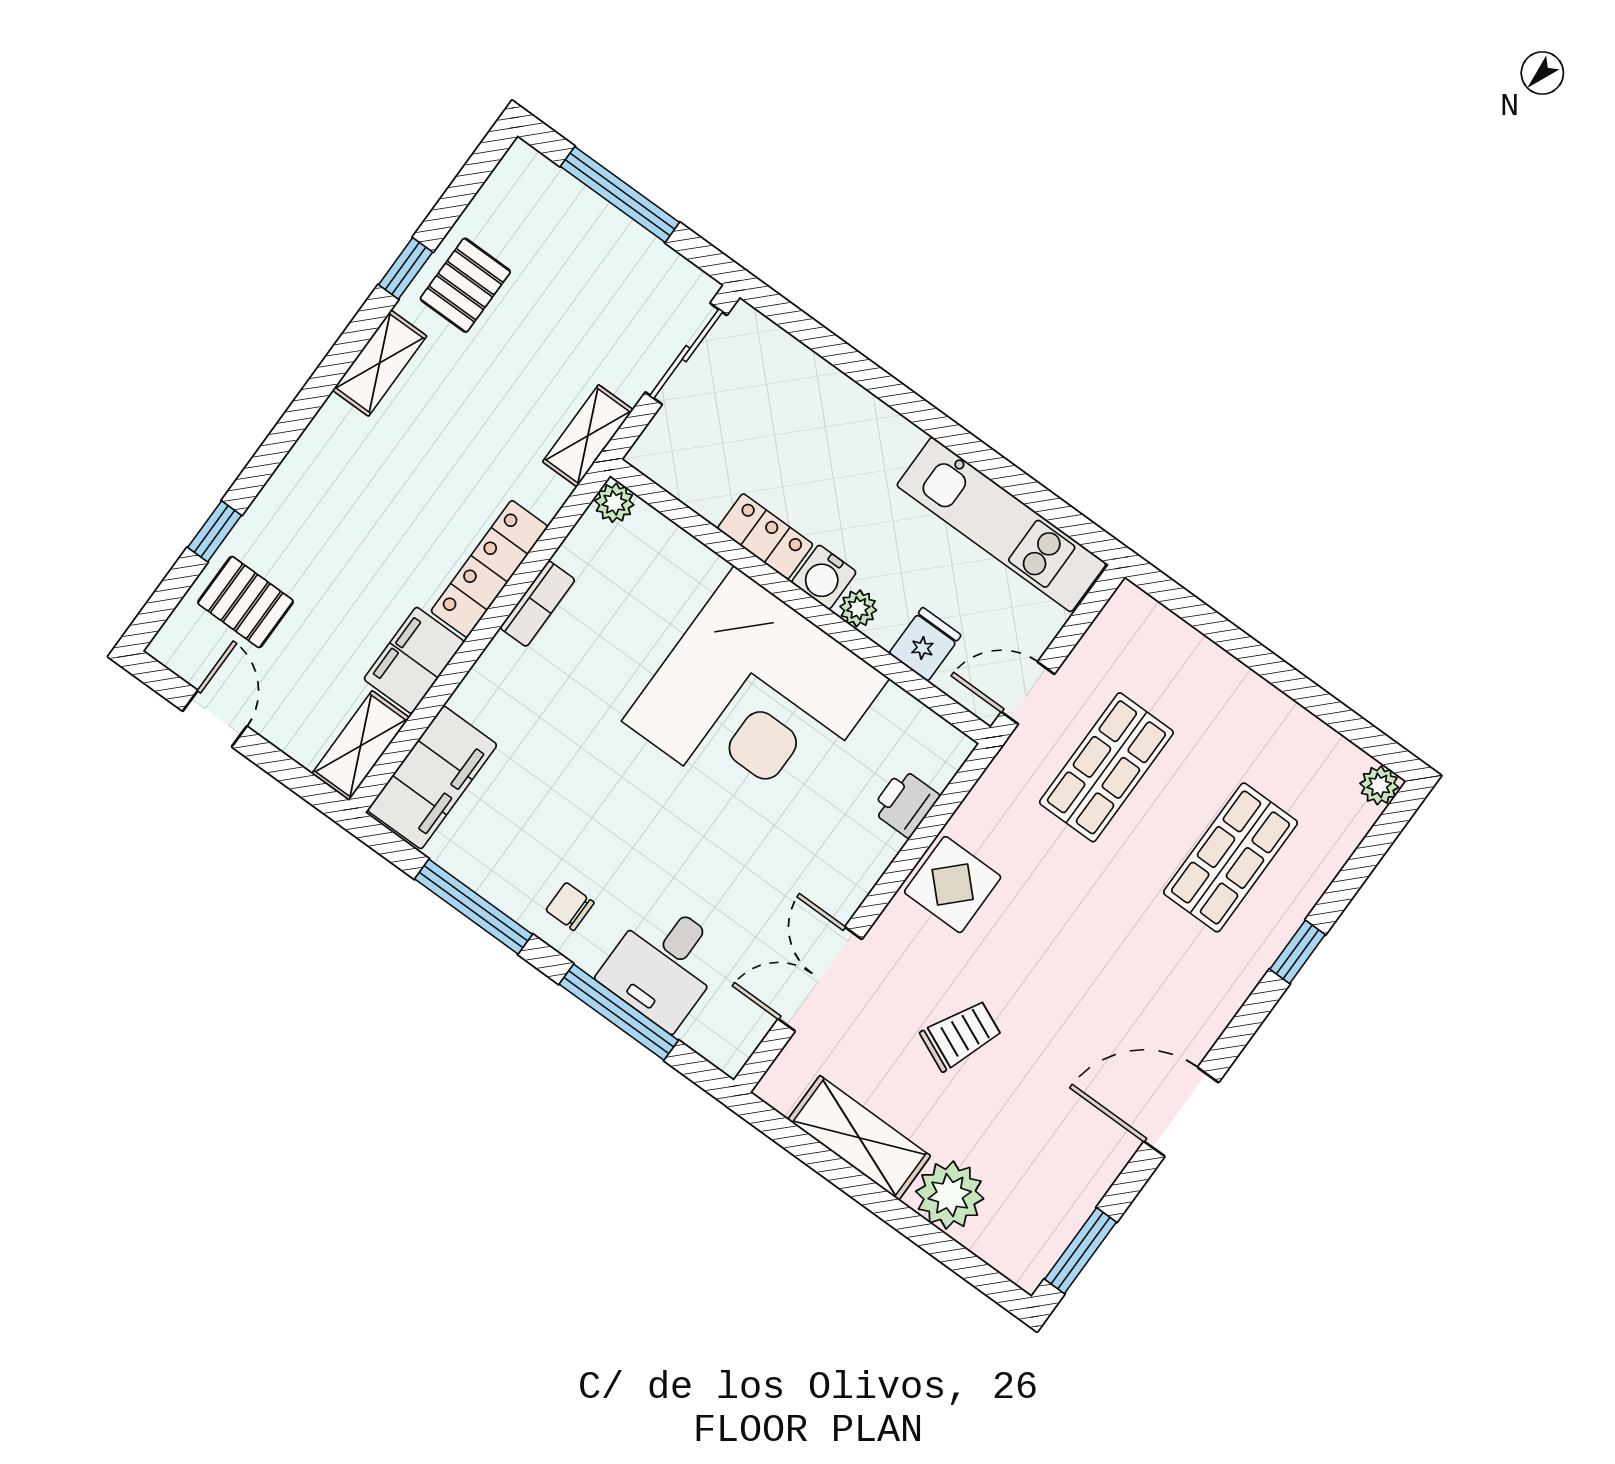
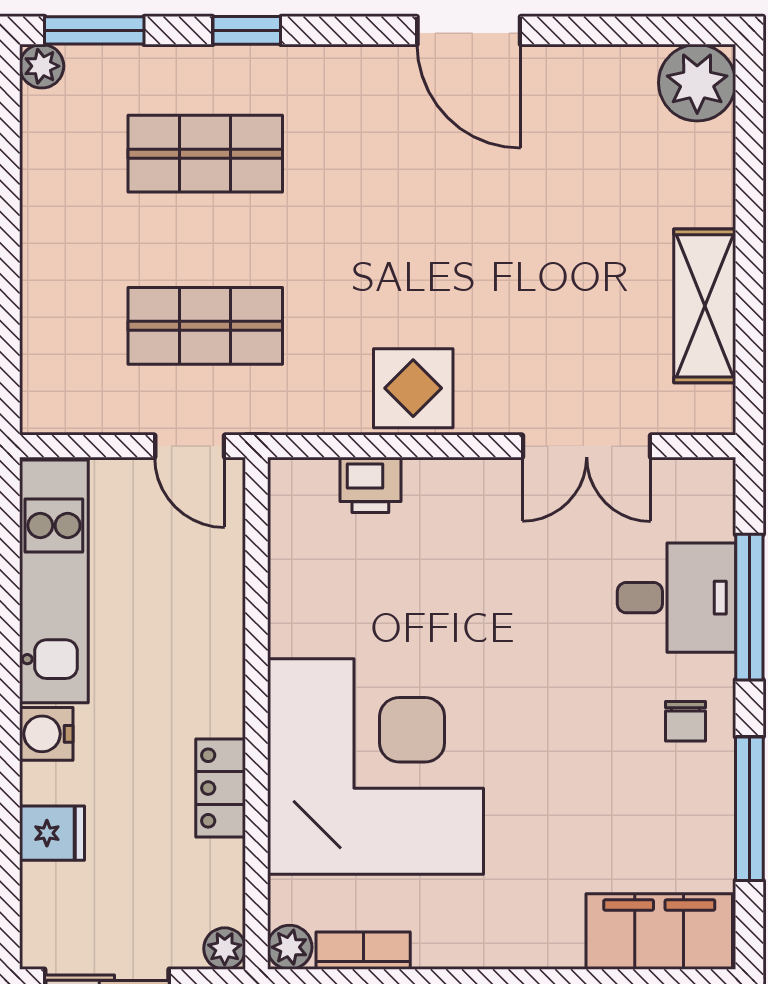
water cooler: (824, 577) -> (46, 734), moved, turned 180
bookcase: (537, 604) -> (363, 951), moved
plant: (858, 608) -> (225, 949), moved
fridge: (925, 644) -> (52, 833), moved, turned 180
corner desk: (755, 700) -> (375, 766), moved
trolley: (961, 1035) -> (544, 281), removed
plant: (950, 1195) -> (697, 83), moved
window: (1080, 1251) -> (94, 30), moved

